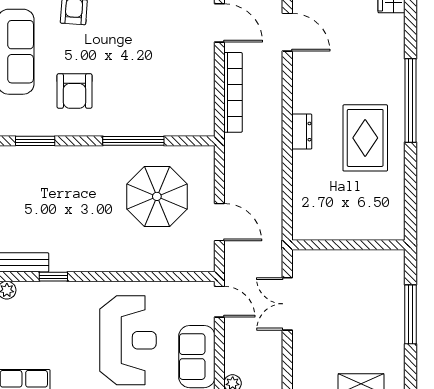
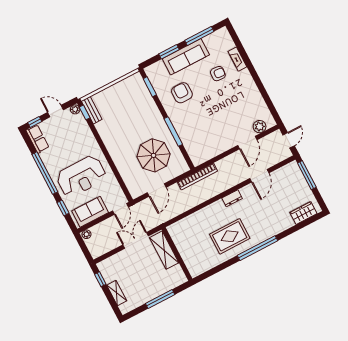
armchair: (74, 91) -> (182, 93), turned 90
bookcase: (233, 92) -> (197, 177), moved
dresser: (302, 132) -> (232, 198), moved
shelving: (330, 263) -> (164, 250), added
window: (53, 277) -> (85, 112), moved

